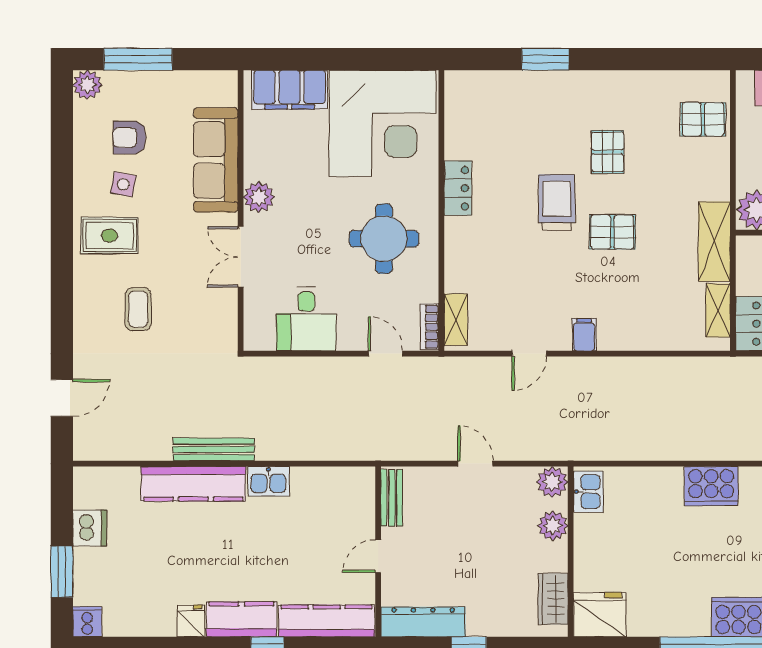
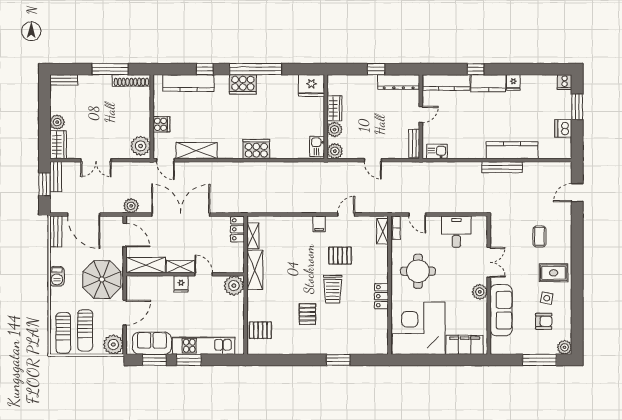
pallet: (612, 232) -> (340, 256), moved
kitchen sink: (268, 481) -> (437, 151), moved
wardrobe: (553, 599) -> (334, 108), moved

